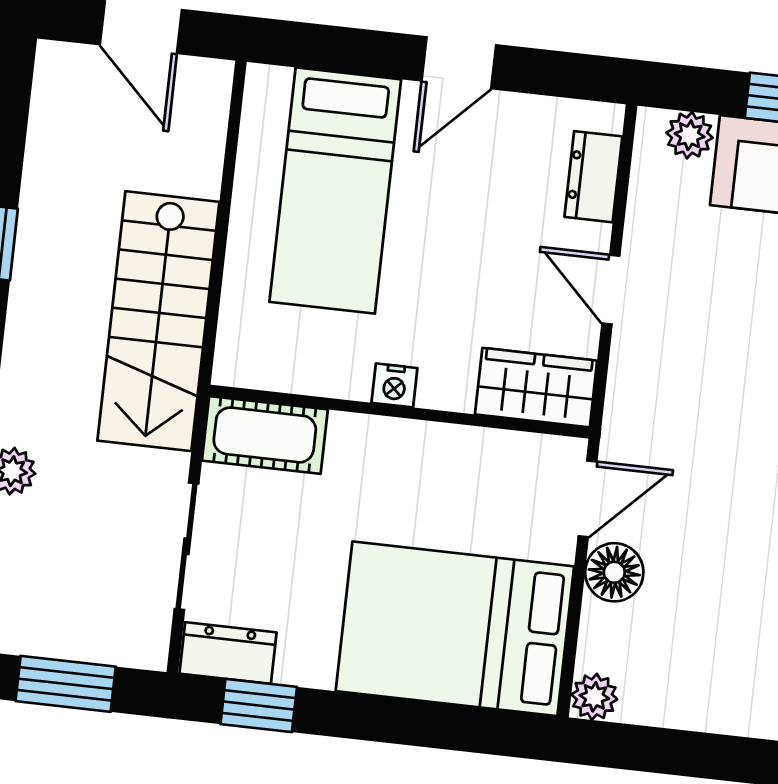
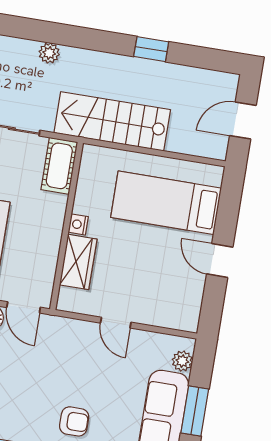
dresser: (593, 177) -> (166, 317), removed
door: (611, 290) -> (116, 323), swing flipped
wardrobe: (536, 388) -> (78, 262), moved

